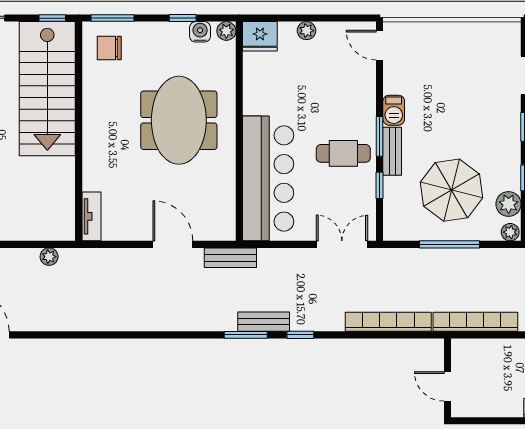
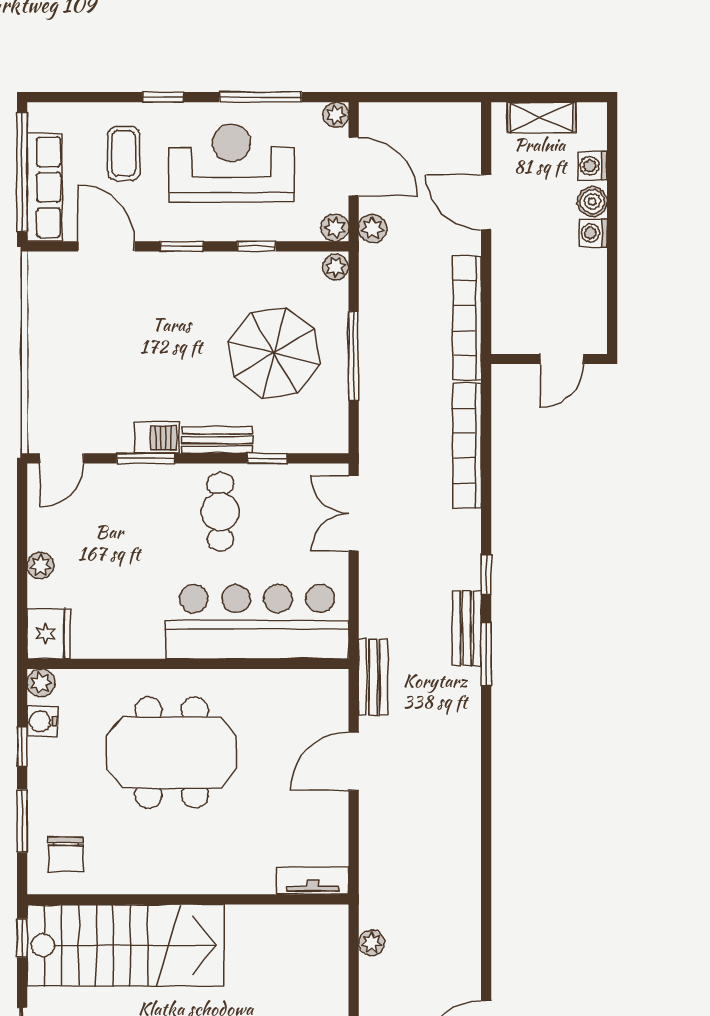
window: (112, 18) -> (22, 821), moved
window: (380, 136) -> (146, 458), moved
plant: (509, 204) -> (294, 270), removed

